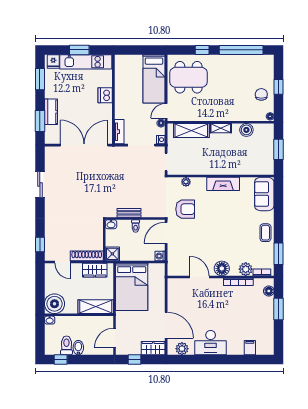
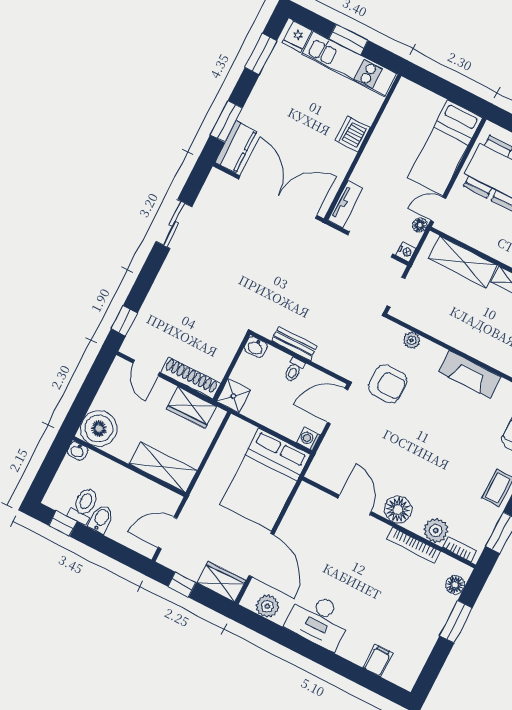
kitchen counter: (51, 112) -> (236, 147), moved
bed: (132, 287) -> (265, 479), moved

